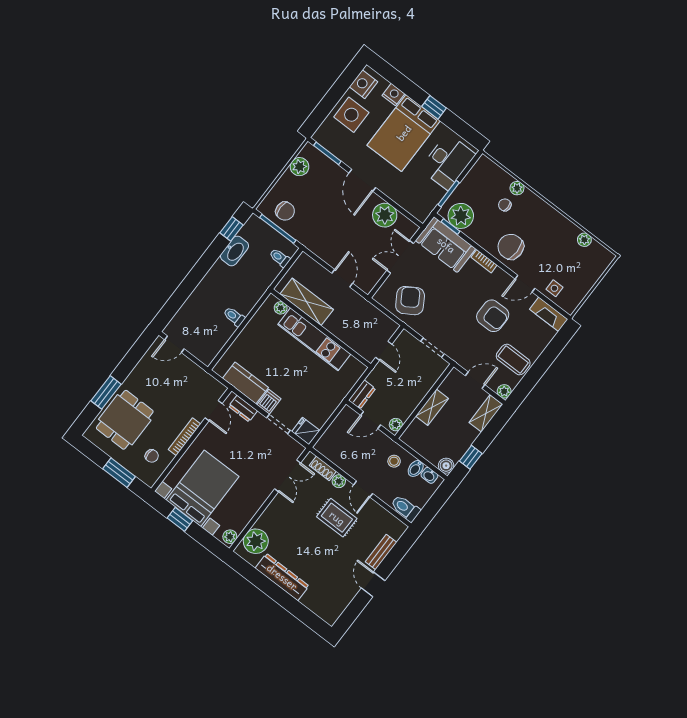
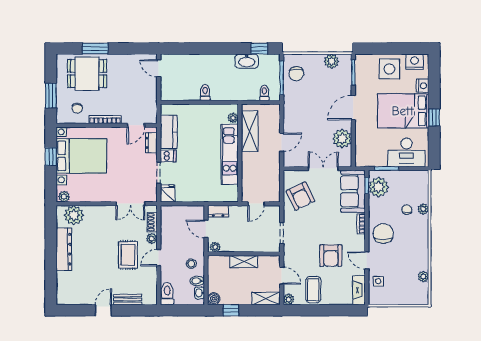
armchair: (410, 301) -> (300, 196), turned 96

